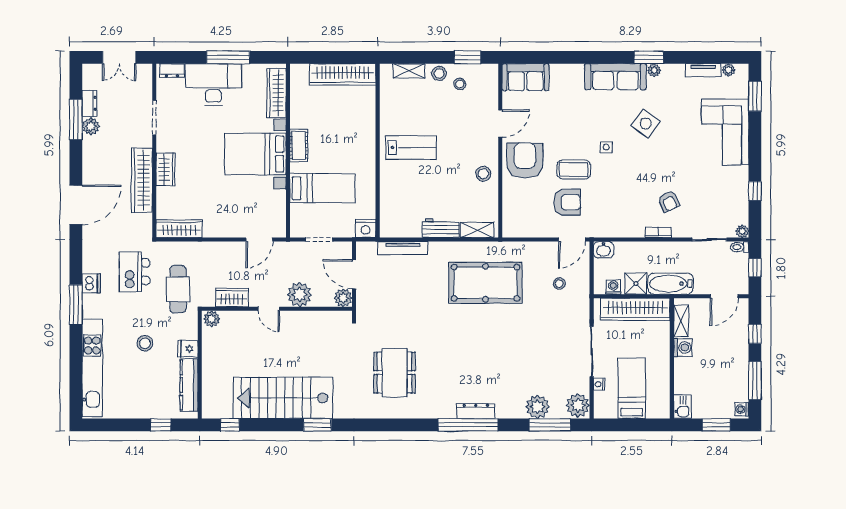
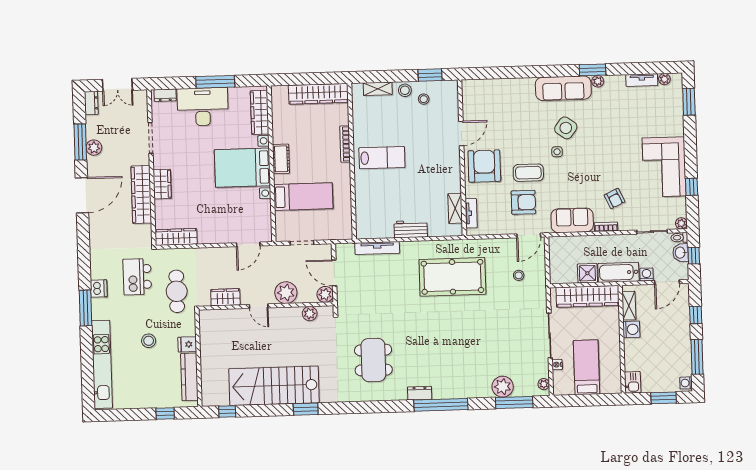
sofa: (526, 77) -> (572, 220), moved, turned 180
dresser: (89, 103) -> (91, 103), moved
side table: (646, 123) -> (566, 128), moved
bookcase: (371, 131) -> (345, 144), added
corner sofa: (725, 132) -> (664, 167), moved
stool: (483, 174) -> (447, 179), removed
door: (76, 205) -> (82, 195), moved
tv unit: (508, 213) -> (471, 213), added
nightstand: (366, 229) -> (343, 232), removed
shelving: (477, 230) -> (455, 208), moved, turned 90
washbasin: (603, 250) -> (681, 253), moved, turned 90
washing machine: (613, 287) -> (647, 275), moved
plant: (212, 319) -> (310, 314), moved
plant: (578, 405) -> (544, 384), width x0.53, depth x0.53
dresser: (476, 411) -> (420, 393), moved, width x0.70

